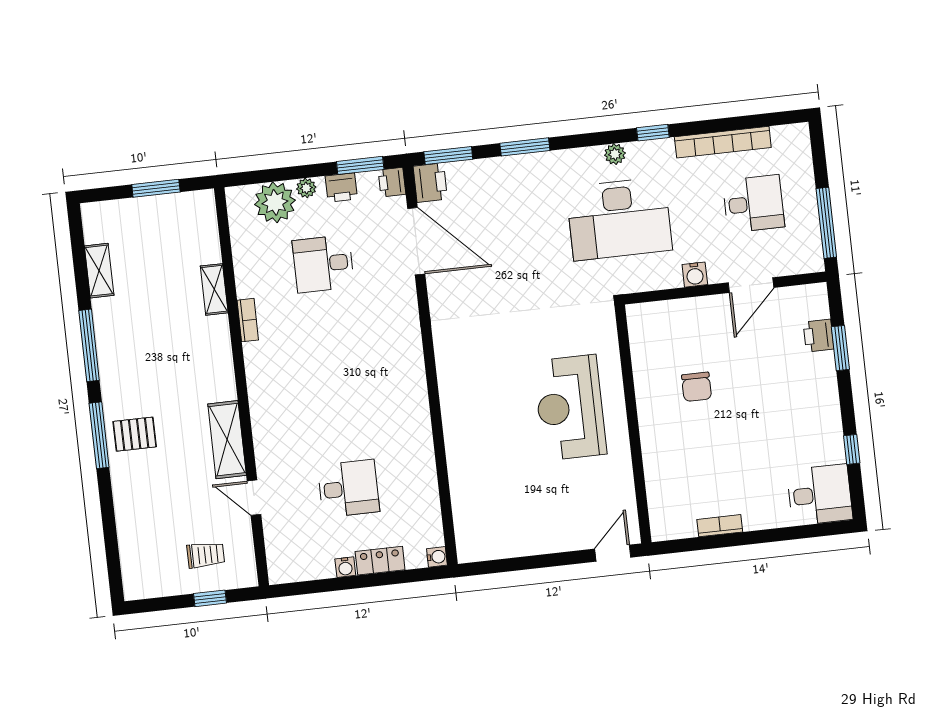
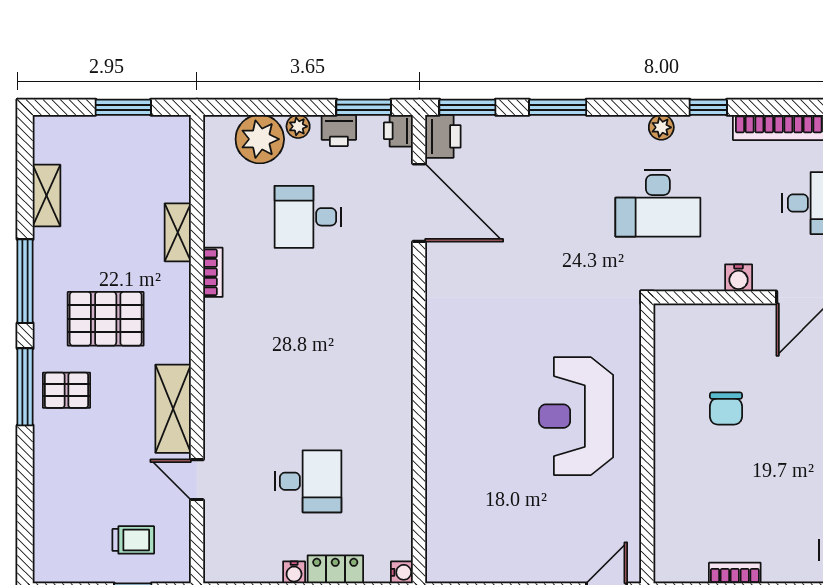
desk: (619, 219) -> (658, 203), width x0.73, depth x0.77
pallet: (161, 370) -> (106, 319), added

